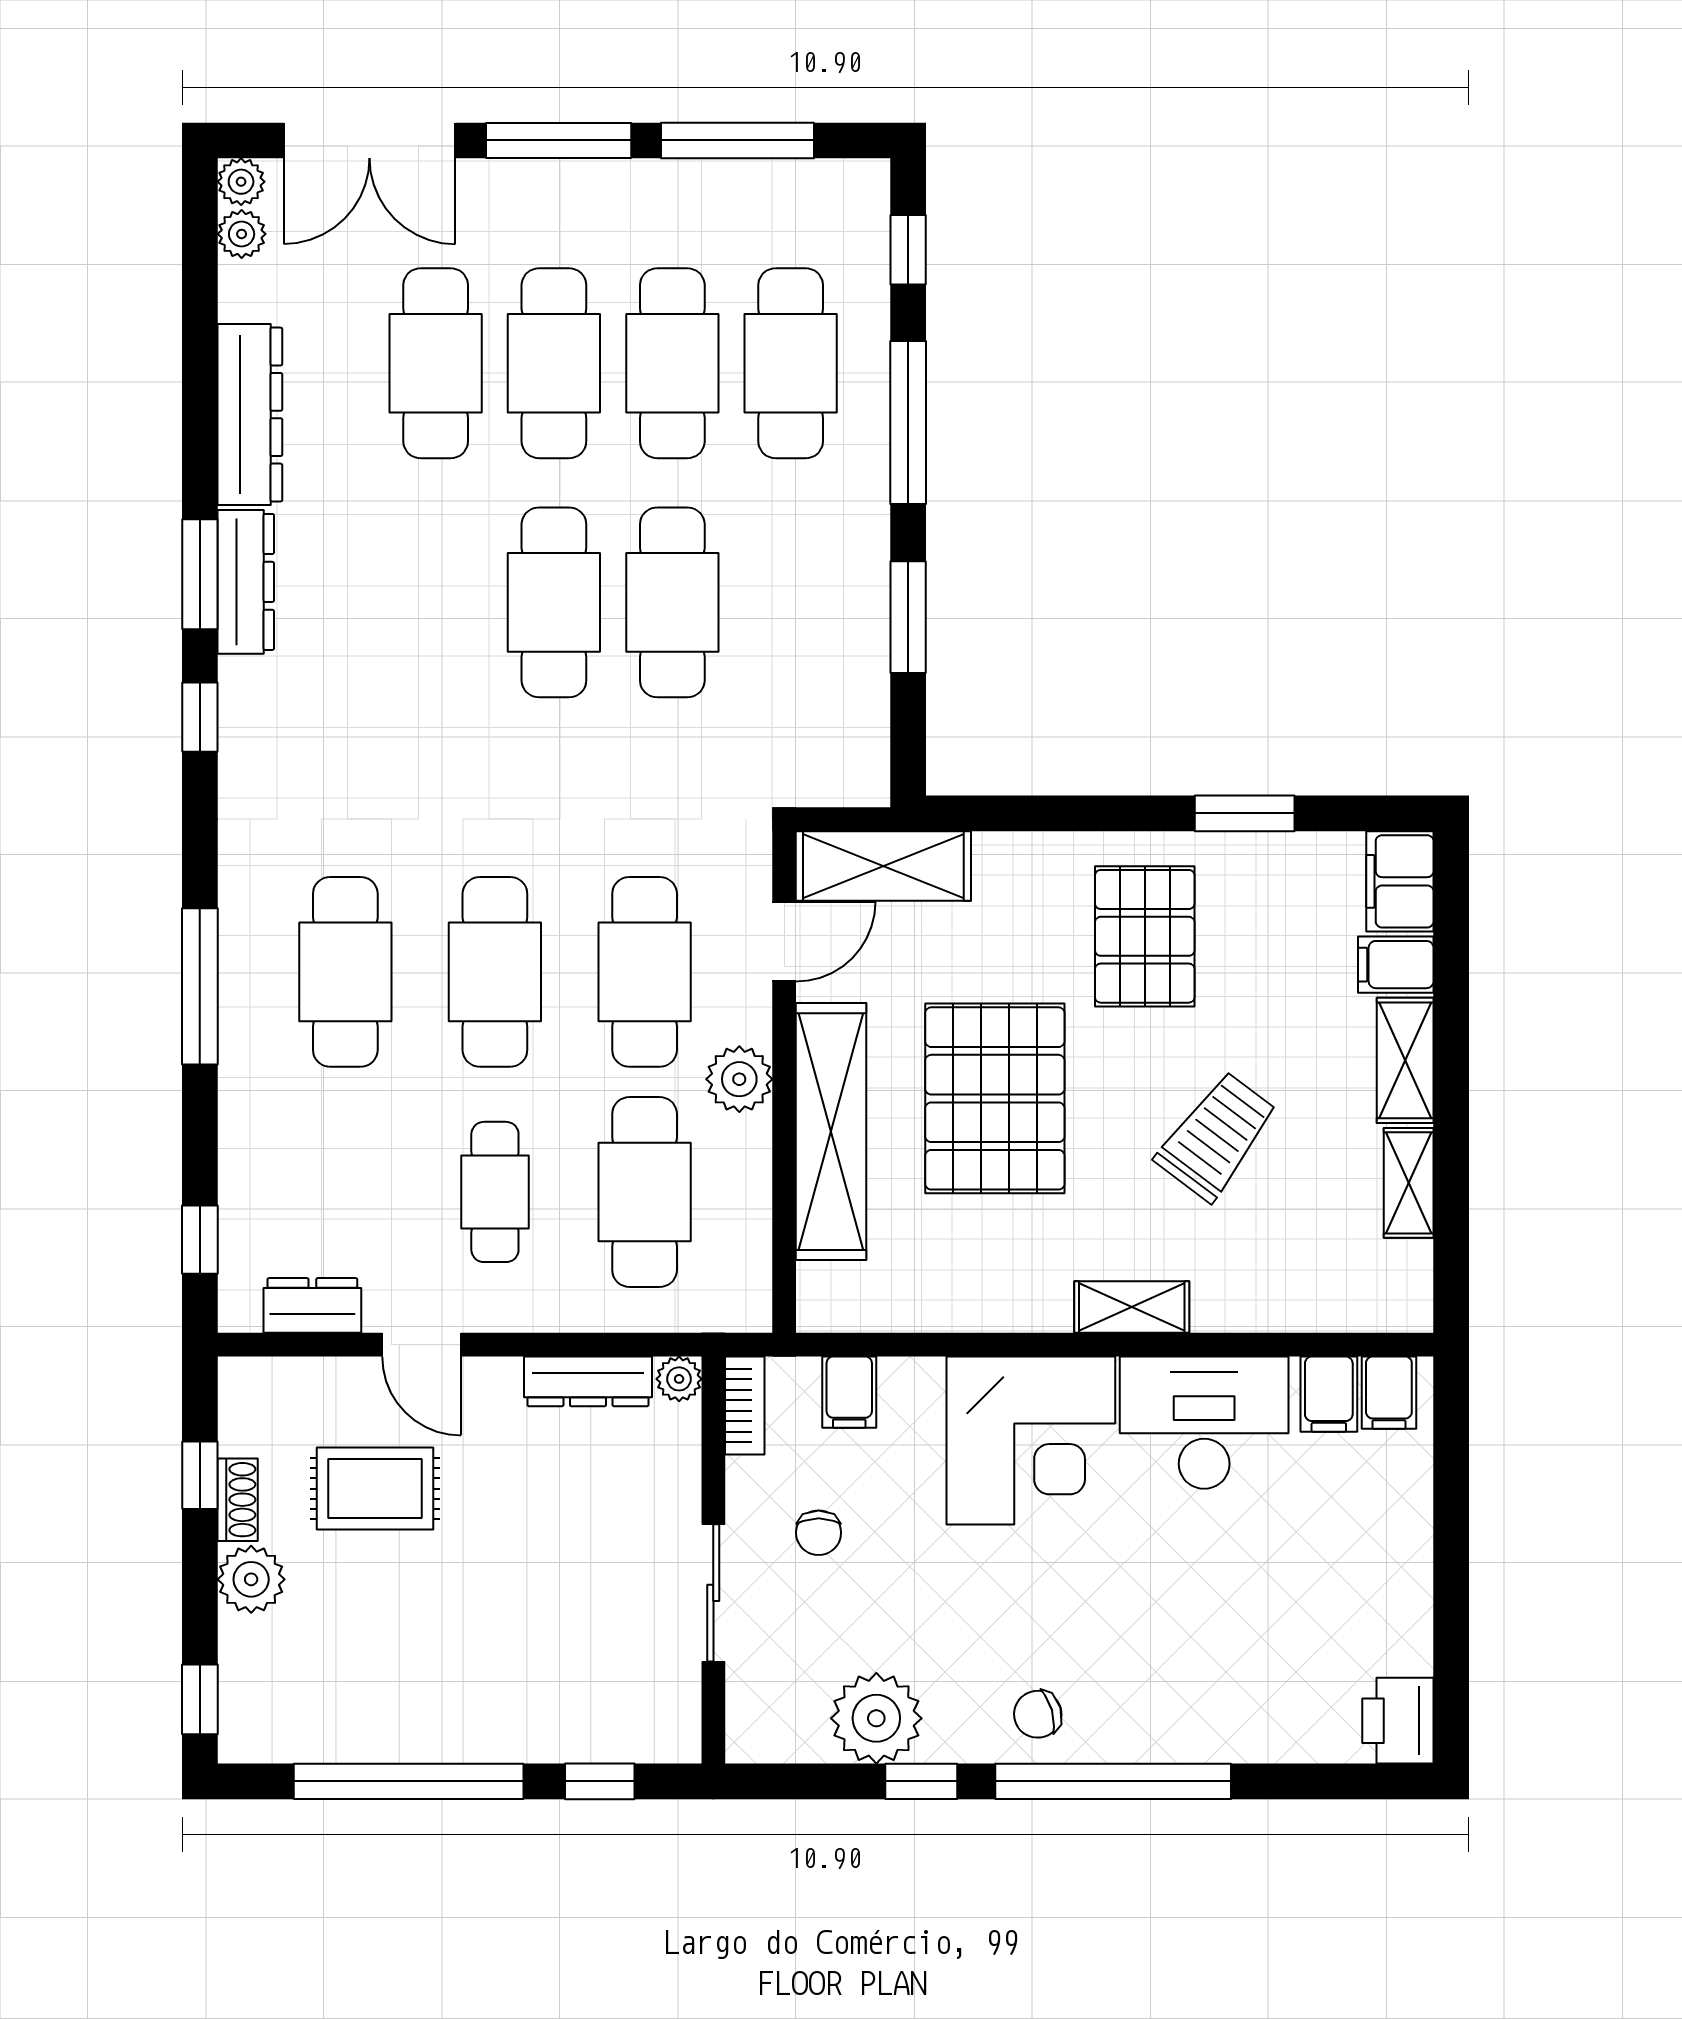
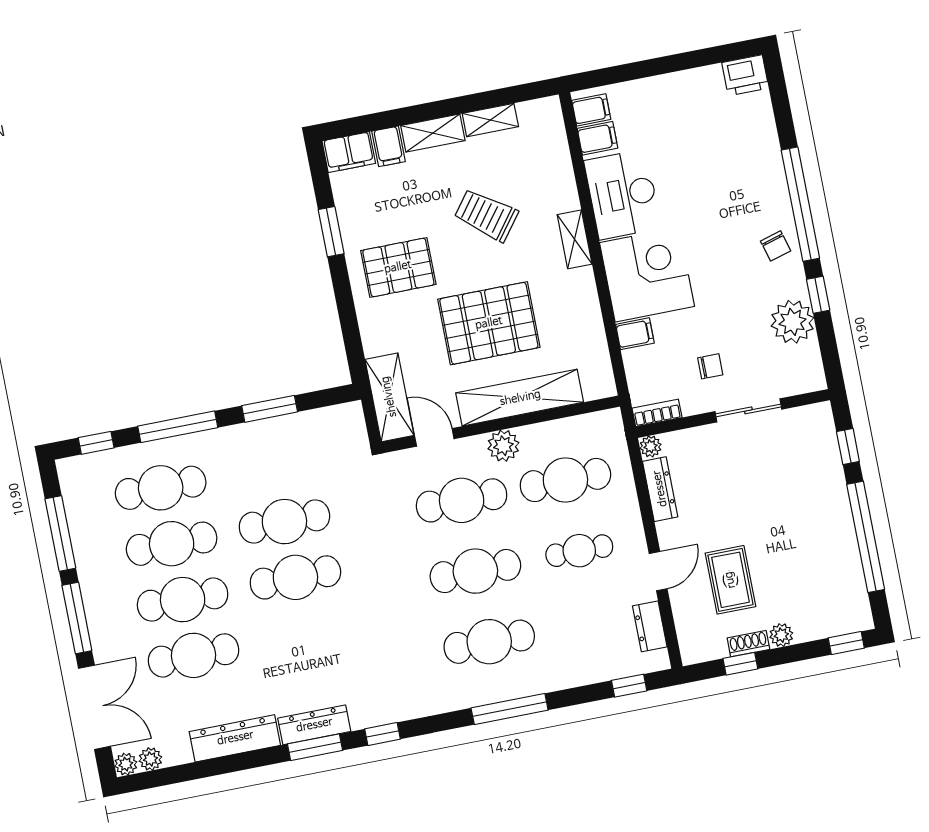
filing cabinet: (849, 1392) -> (635, 334), moved
plant: (251, 1579) -> (781, 635), width x0.73, depth x0.73

